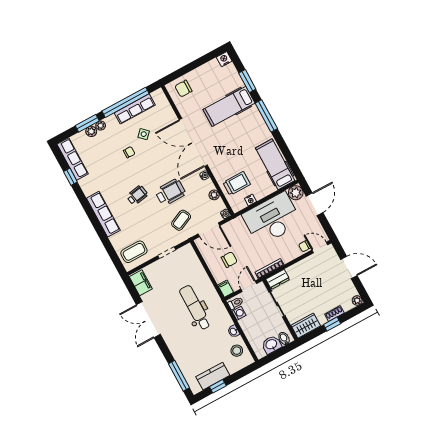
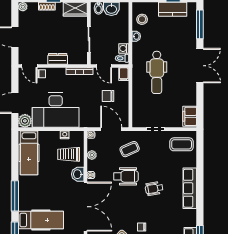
washbasin: (218, 169) -> (78, 174), added
wheelchair: (170, 192) -> (126, 176), turned 180
dresser: (278, 279) -> (58, 59), moved
door: (249, 286) -> (104, 66), hinge flipped
double door: (148, 320) -> (200, 66), moved

